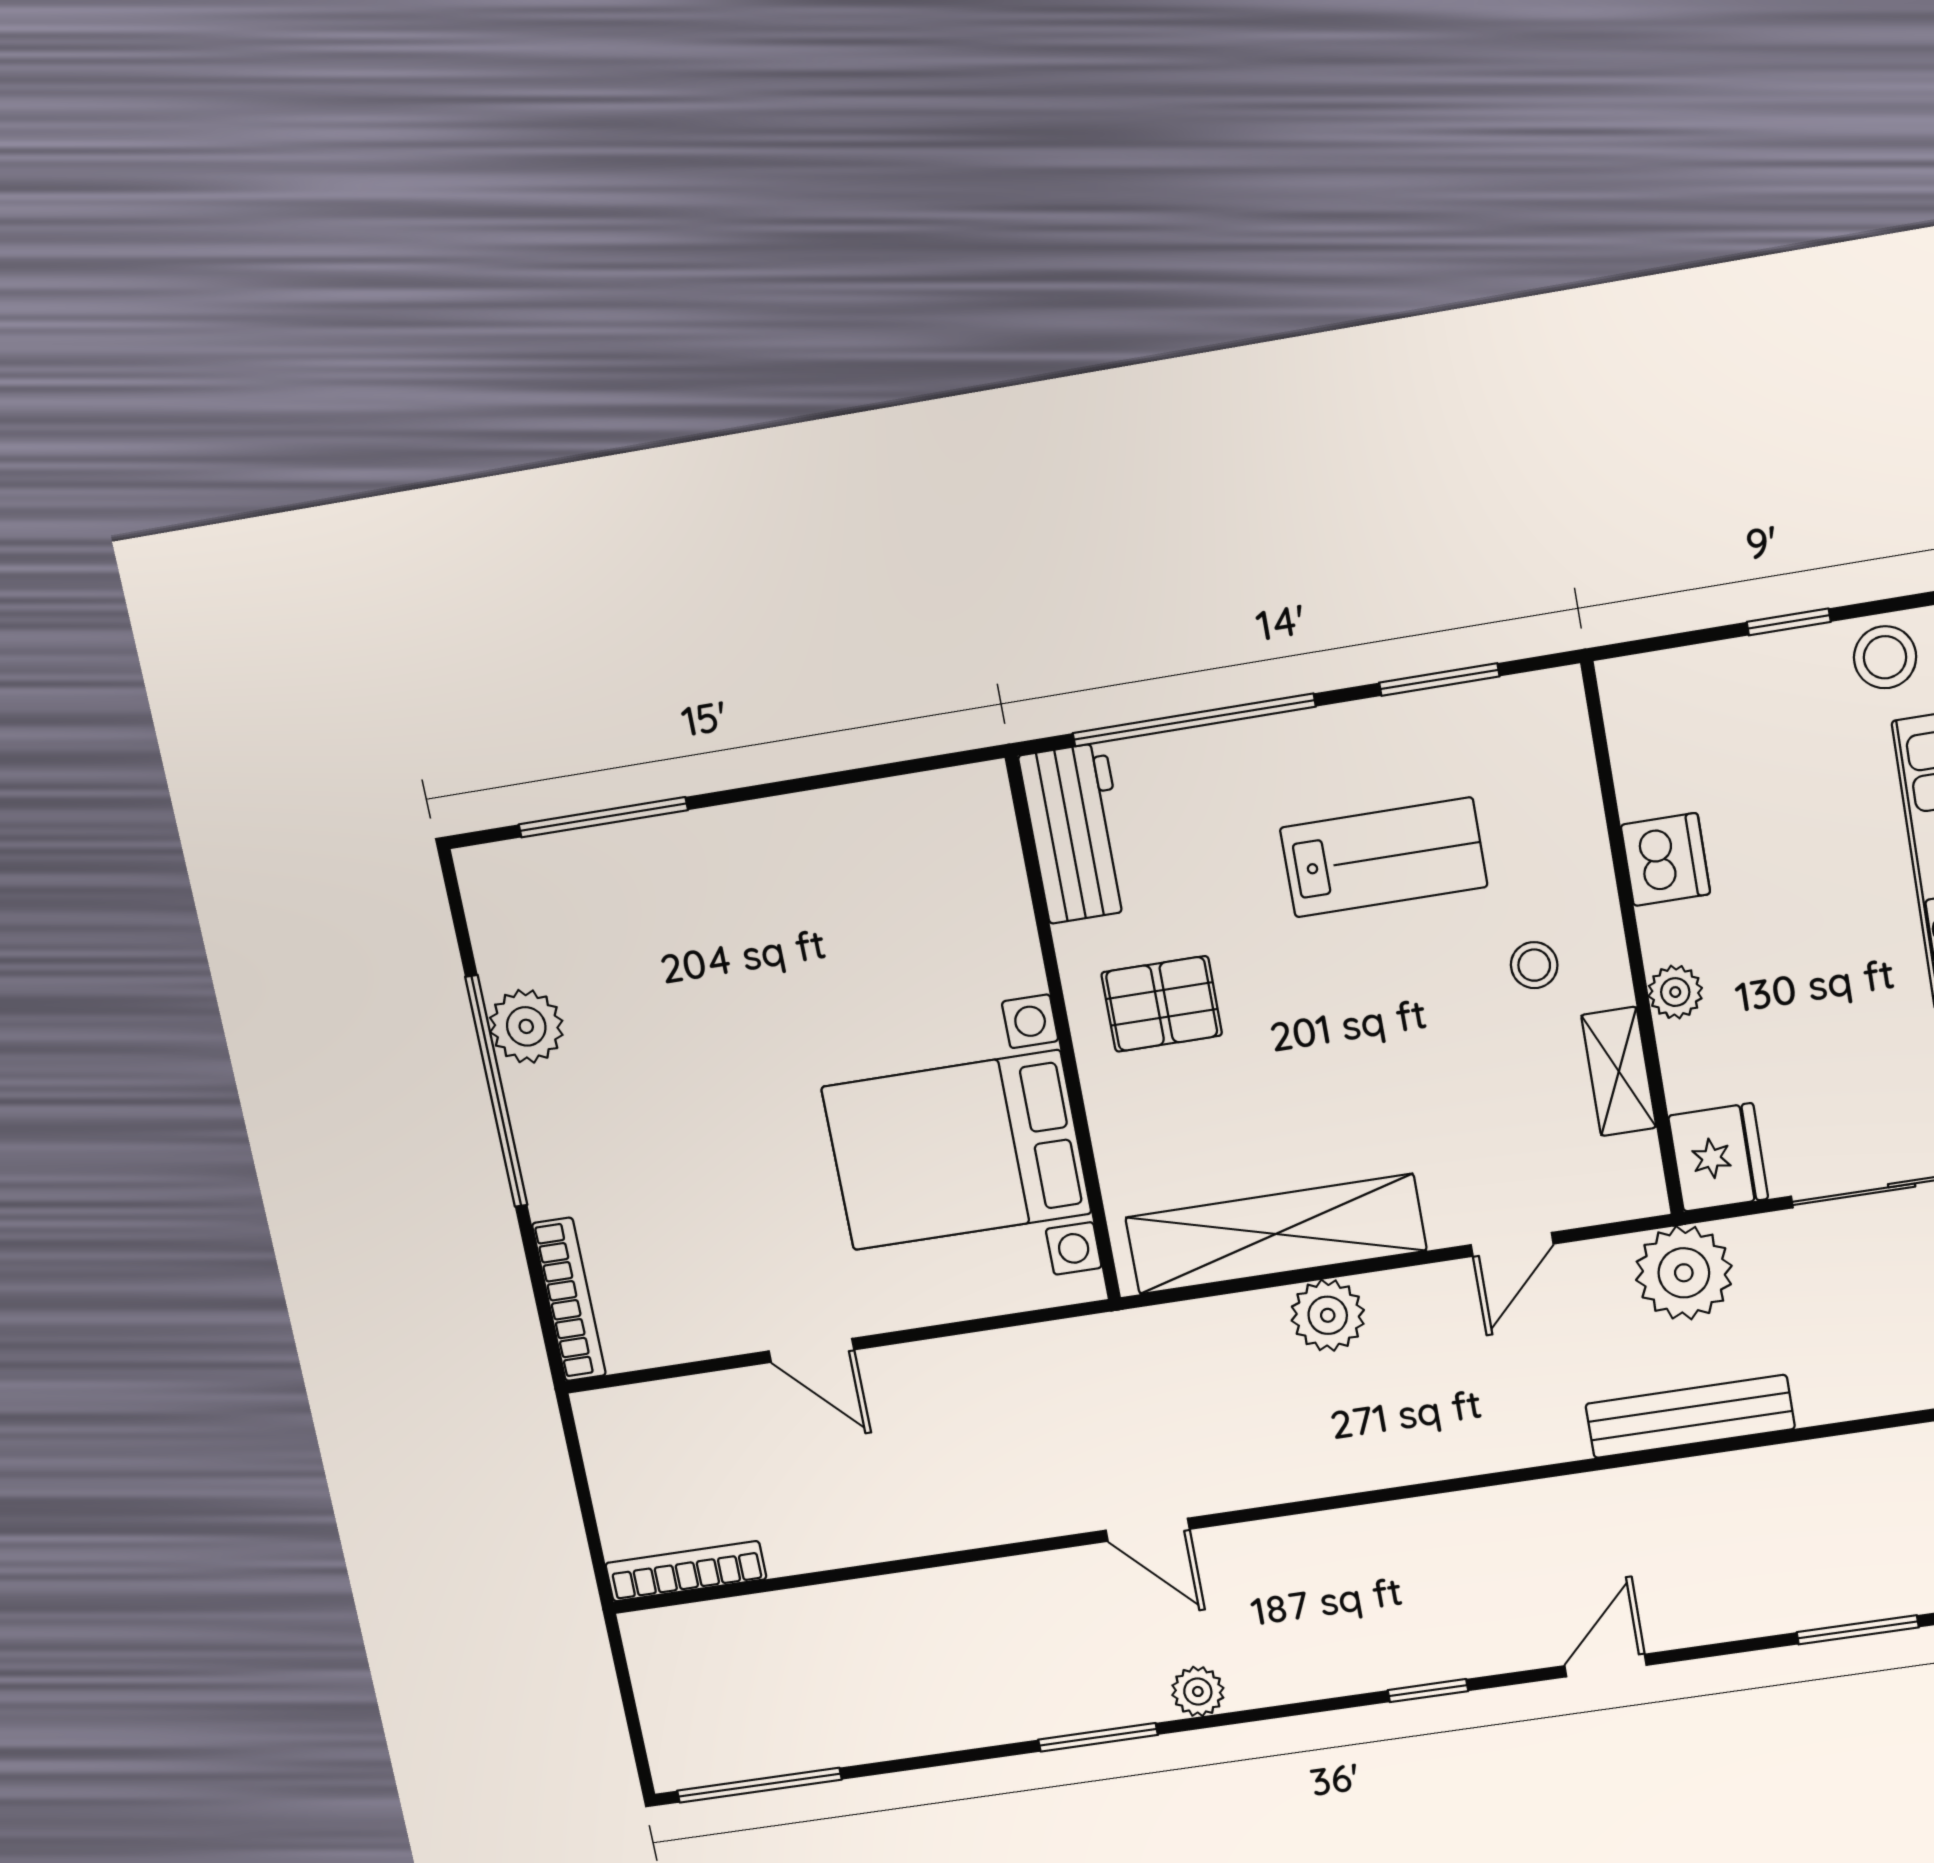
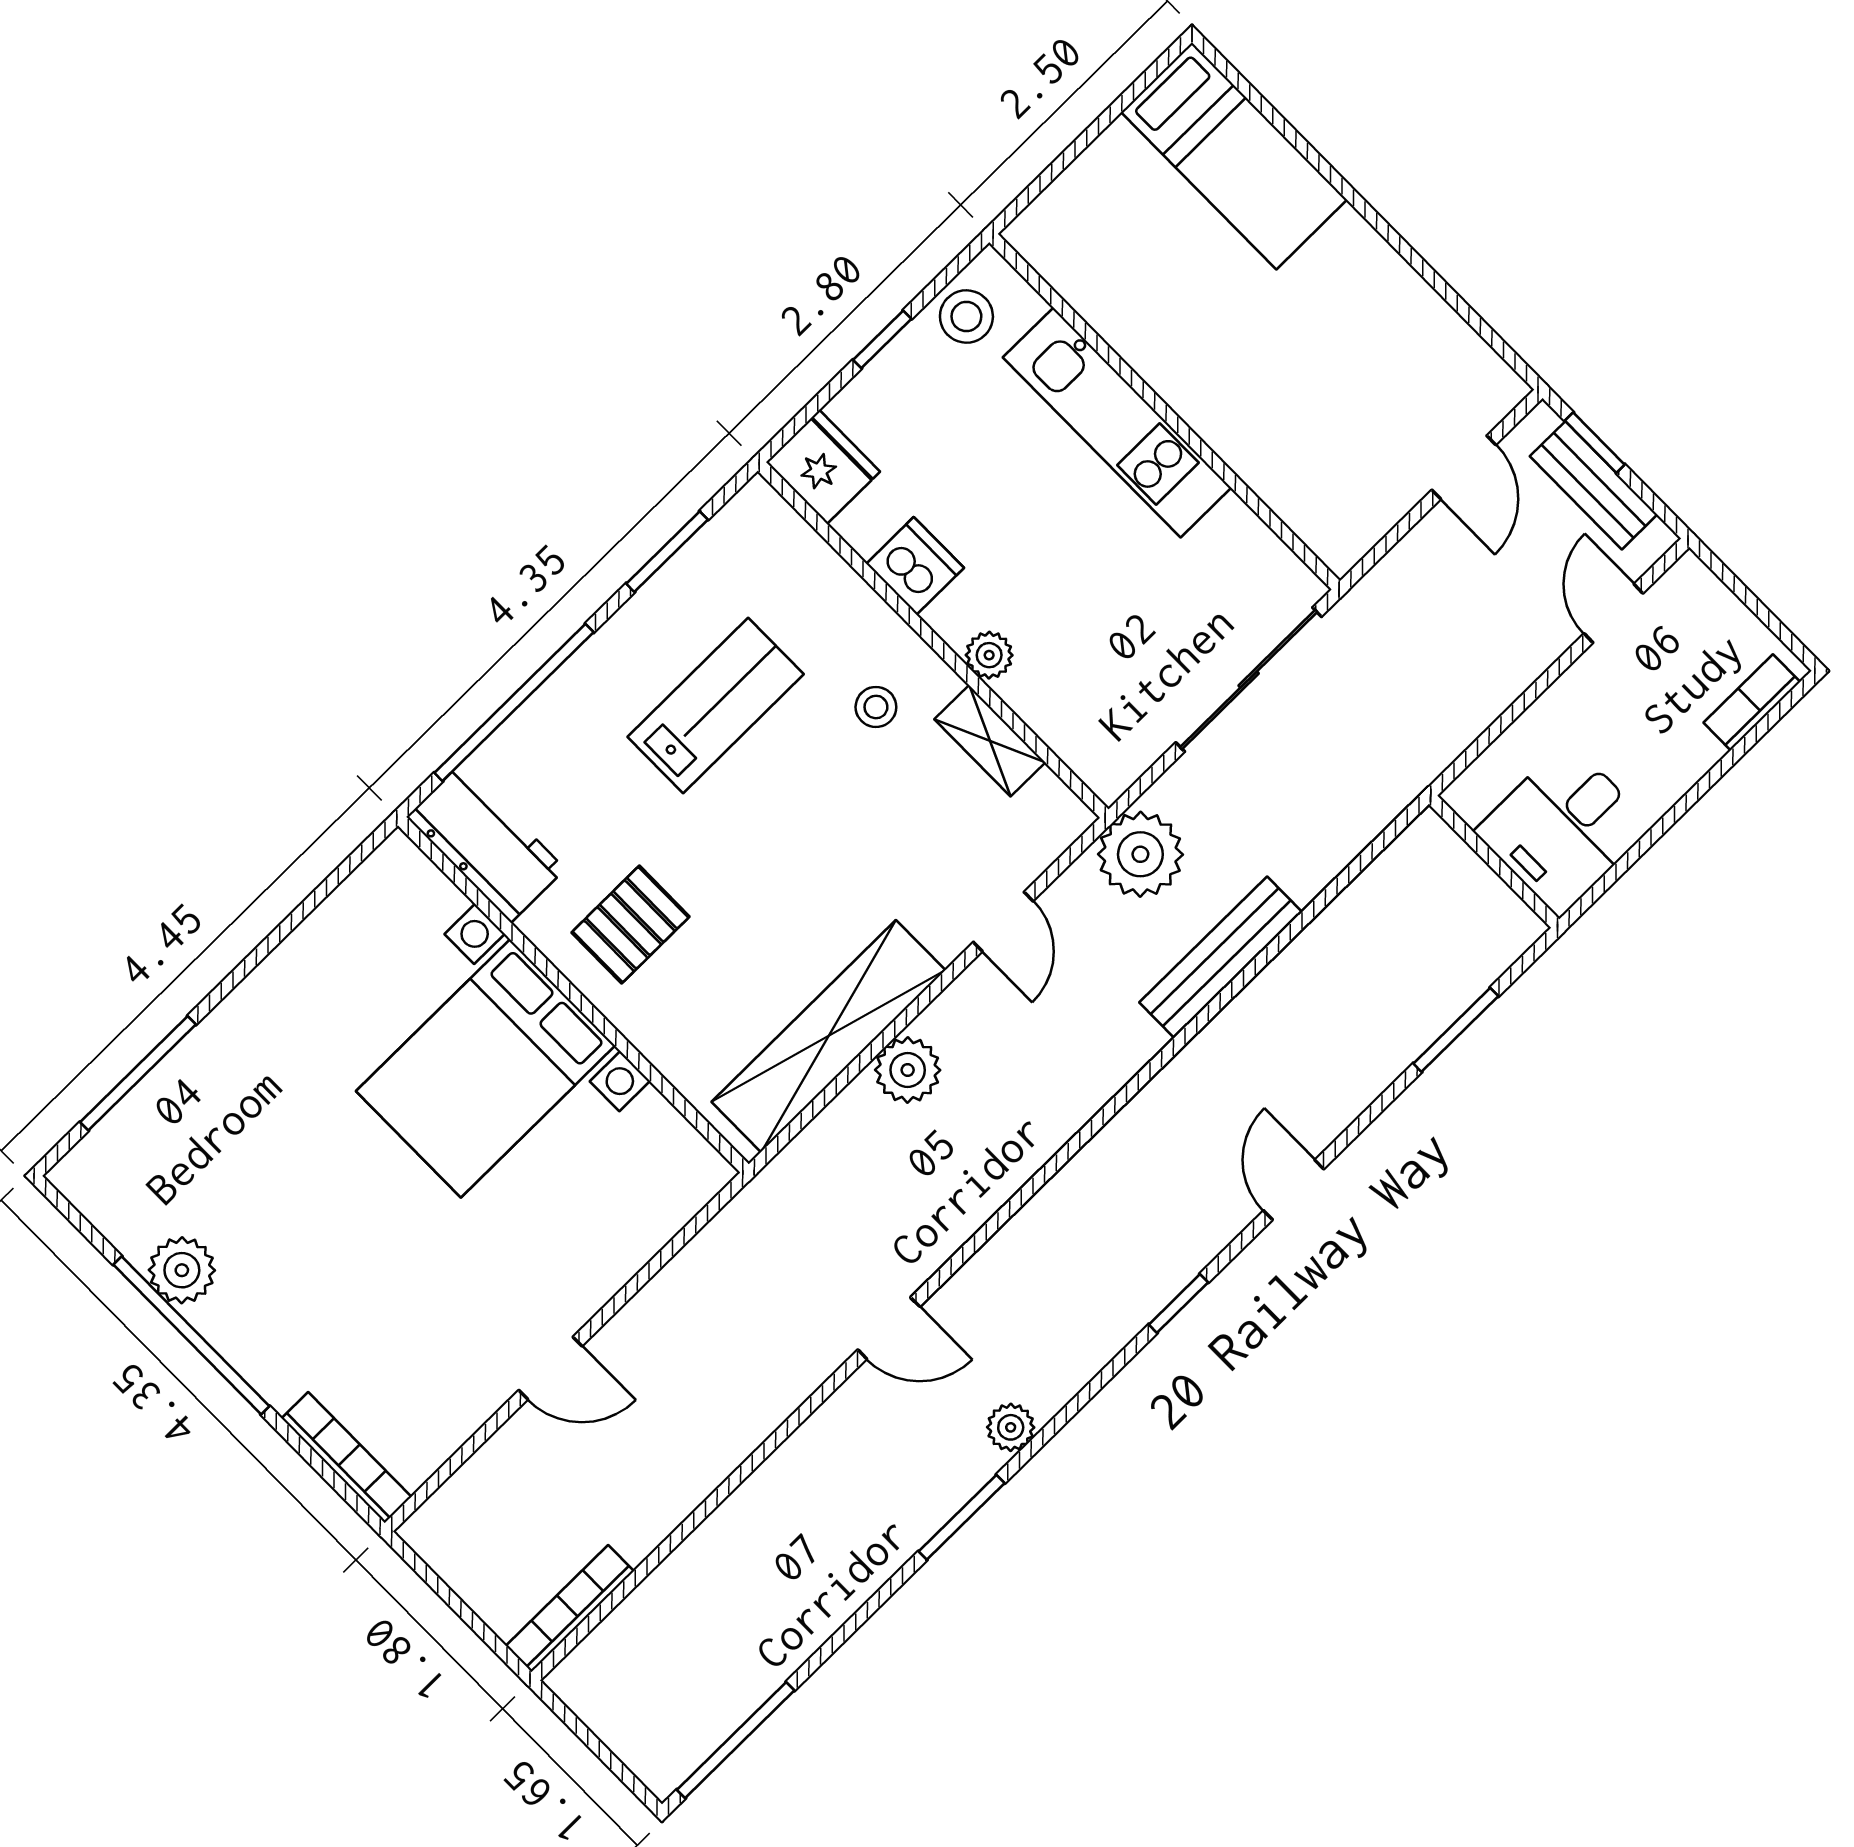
bed with nightstands: (956, 1150) -> (486, 1068), moved
fridge: (1718, 1157) -> (823, 467), moved

